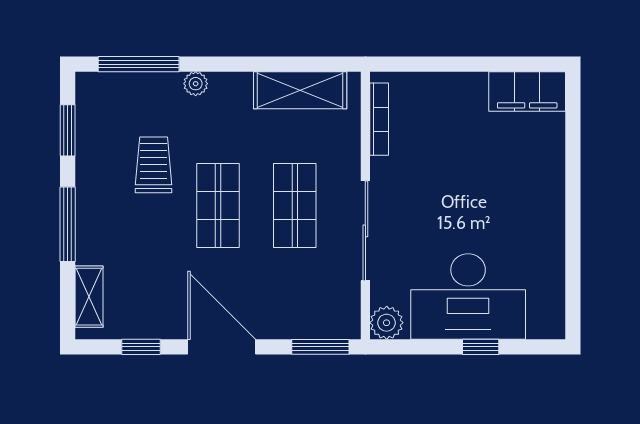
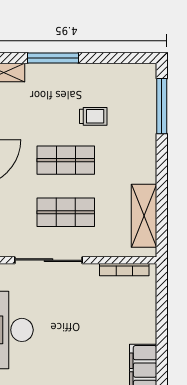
plant: (196, 84) -> (148, 145), removed
window: (68, 130) -> (117, 58), removed
trolley: (154, 165) -> (93, 116), width x0.73, depth x0.72

